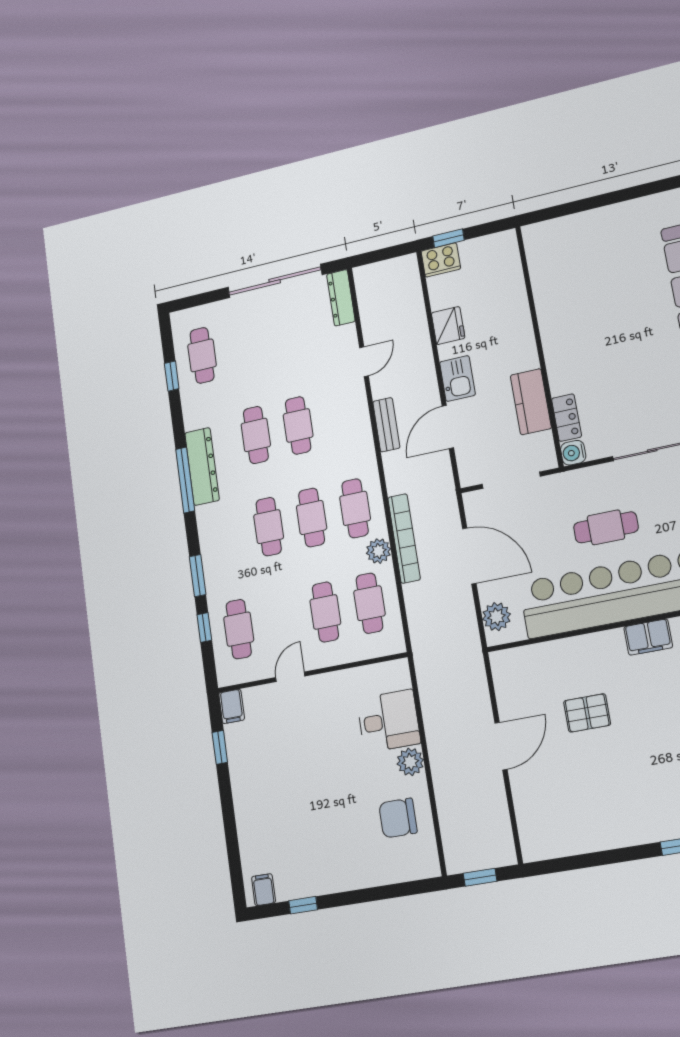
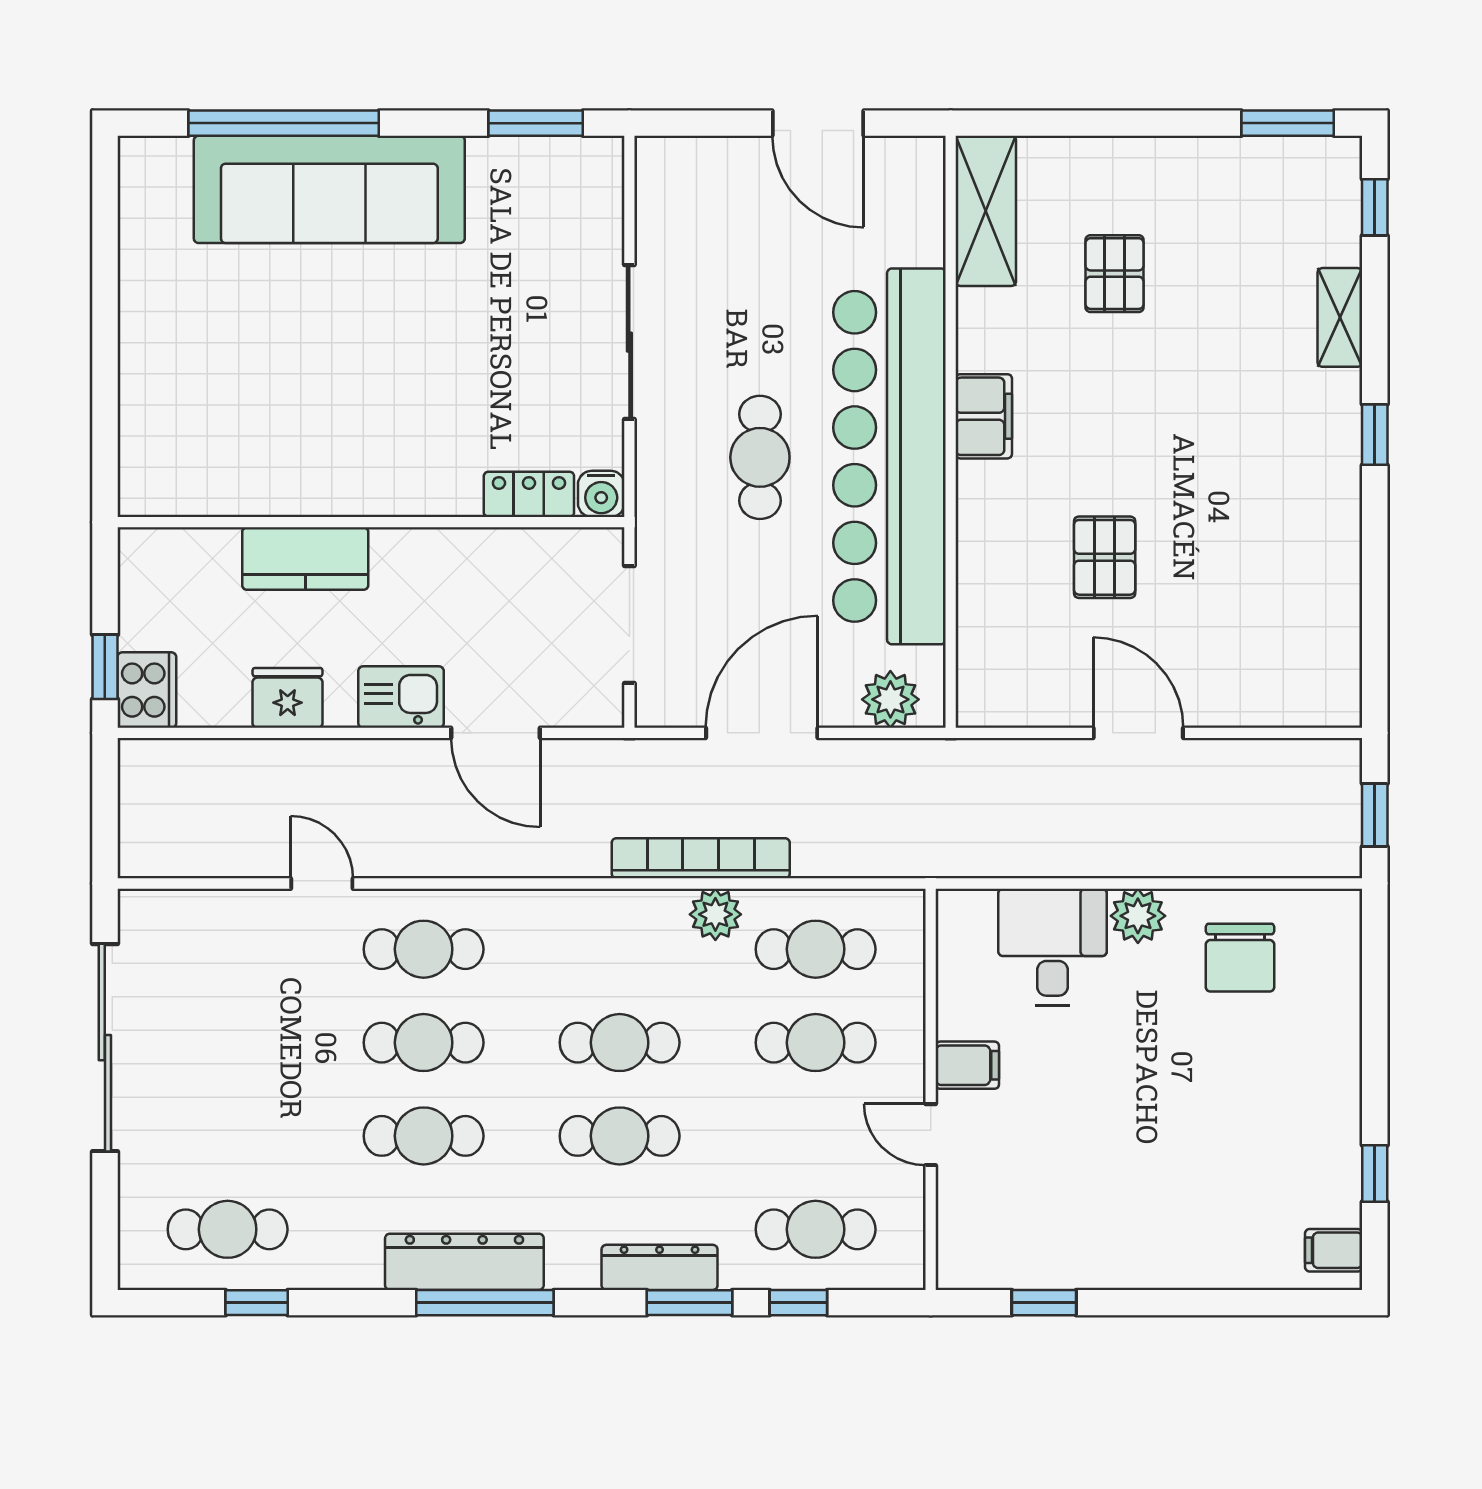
dresser: (341, 298) -> (660, 1267), moved, turned 180
kitchen counter: (531, 402) -> (305, 559), moved
bench: (386, 425) -> (463, 858), removed
cafe table: (355, 508) -> (424, 949), moved
filing cabinet: (232, 706) -> (967, 1065), moved

